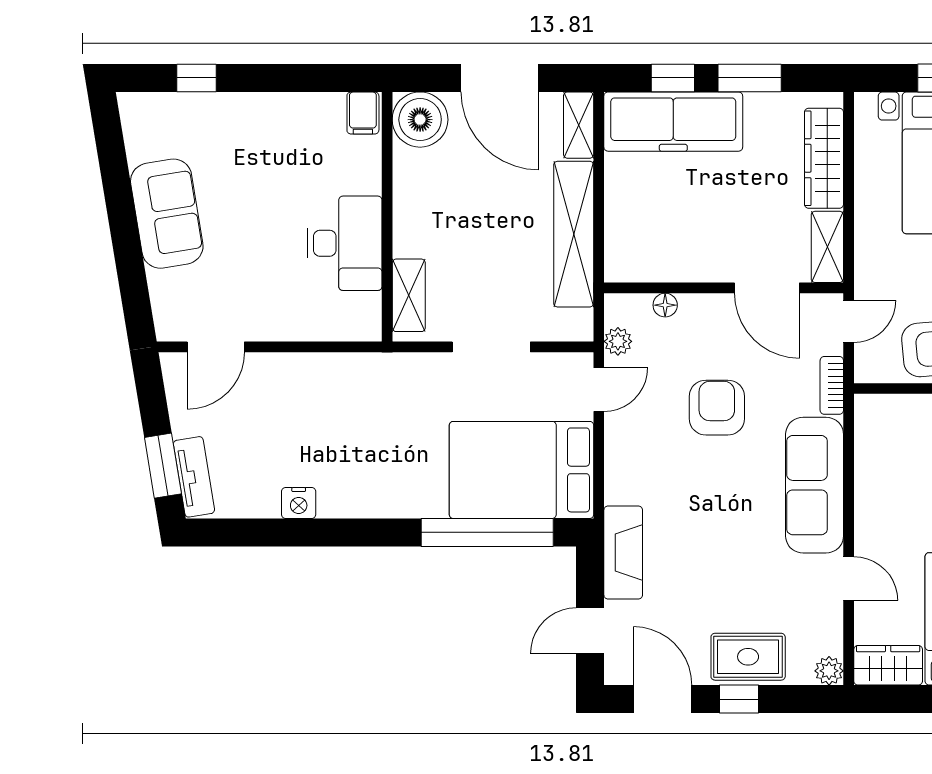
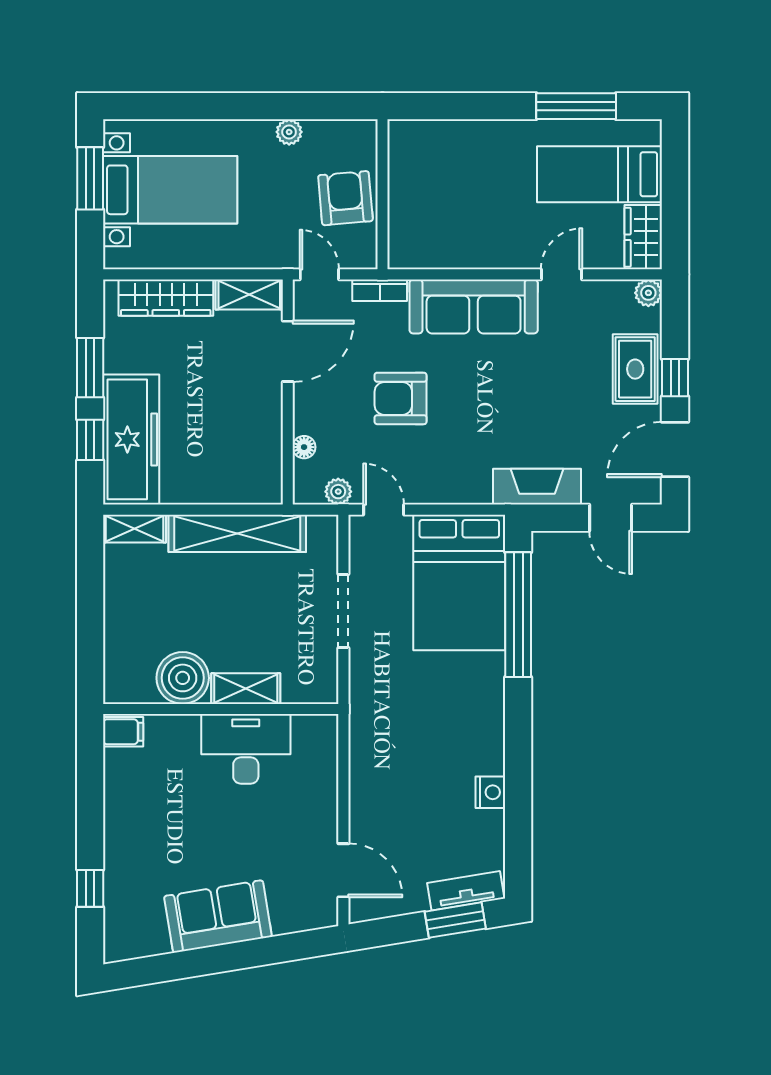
door: (500, 78) -> (90, 603), removed
boiler: (420, 120) -> (183, 678), moved
shelving: (409, 295) -> (246, 689), moved

